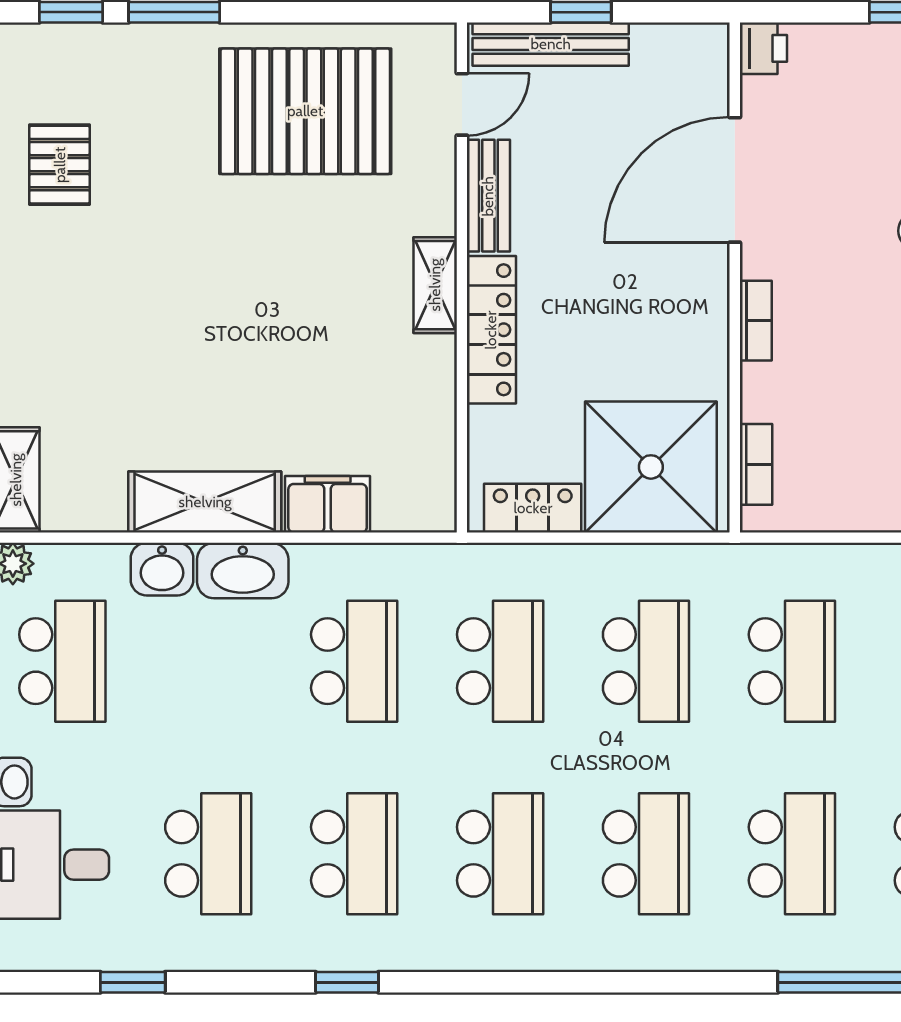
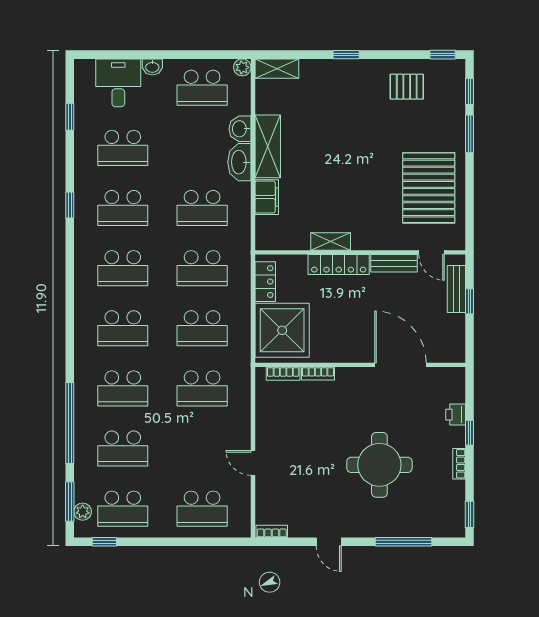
bench: (551, 44) -> (456, 289), width x0.73
printer: (763, 48) -> (456, 415), moved, turned 90
shelving: (435, 285) -> (331, 241), moved
bookcase: (756, 321) -> (318, 374), moved

